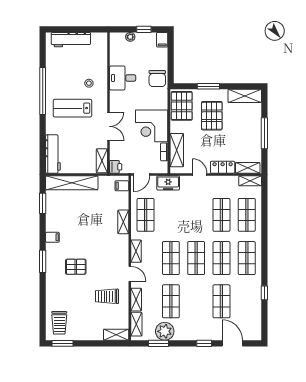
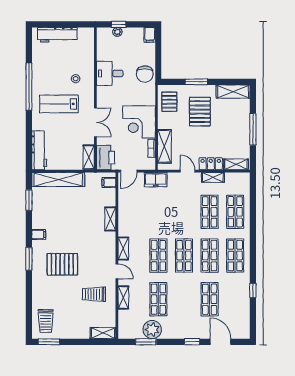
window: (144, 29) -> (119, 24), moved
pallet: (182, 106) -> (169, 102), width x0.67, depth x0.71
printer: (116, 167) -> (105, 158), width x1.87, depth x1.48
shelving: (250, 181) -> (213, 177), moved
shop shelf: (146, 215) -> (133, 212), removed
pallet: (76, 267) -> (62, 264), width x1.50, depth x1.42
shelving: (136, 324) -> (124, 322), removed

